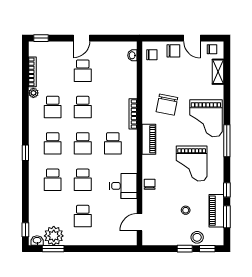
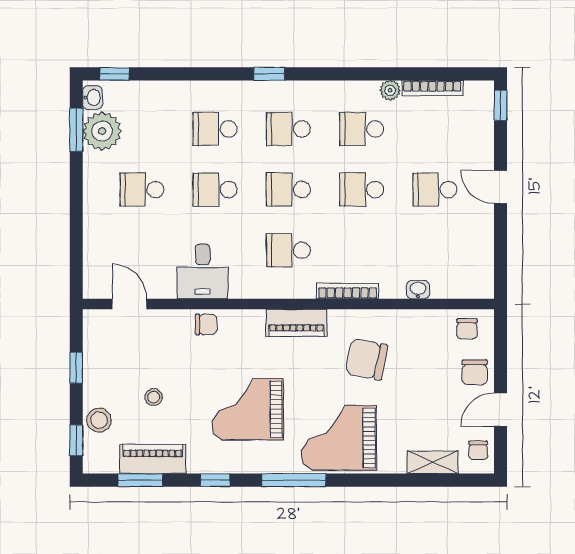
washbasin: (132, 55) -> (418, 290), moved
window: (227, 190) -> (215, 480), moved
window: (185, 249) -> (76, 368), moved

